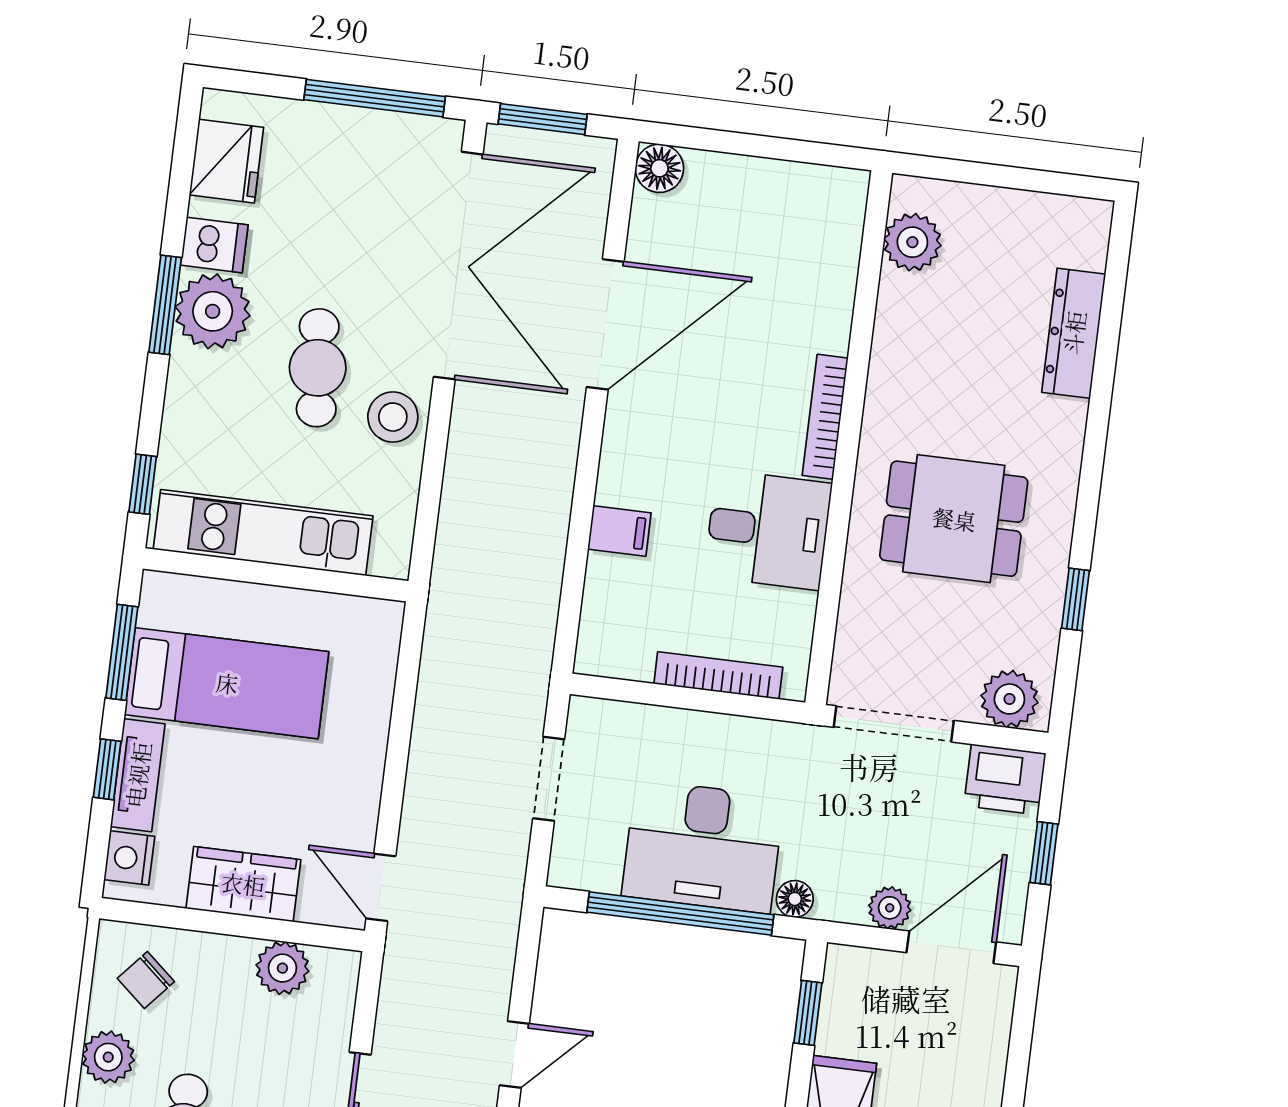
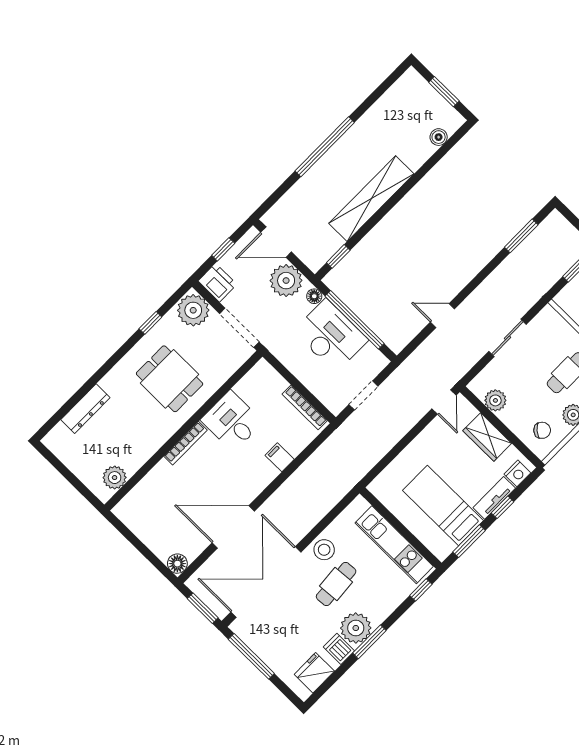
bookcase: (718, 675) -> (305, 407), moved
plant: (1009, 699) -> (193, 310), width x1.36, depth x1.36
plant: (890, 908) -> (286, 281), width x1.87, depth x1.87

